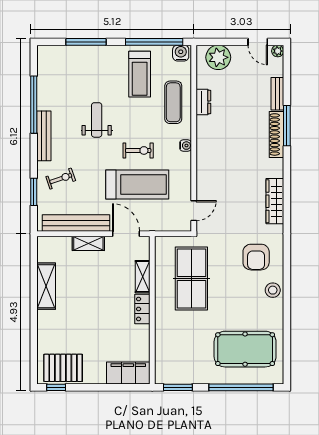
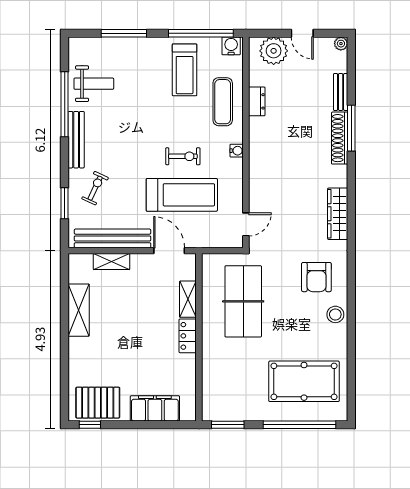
door: (258, 42) -> (302, 33), moved
weight bench: (97, 120) -> (94, 84), moved, turned 90
exercise bike: (61, 179) -> (95, 188), turned -46
shelving: (88, 243) -> (111, 261), moved
filing cabinet: (128, 373) -> (155, 408), moved

